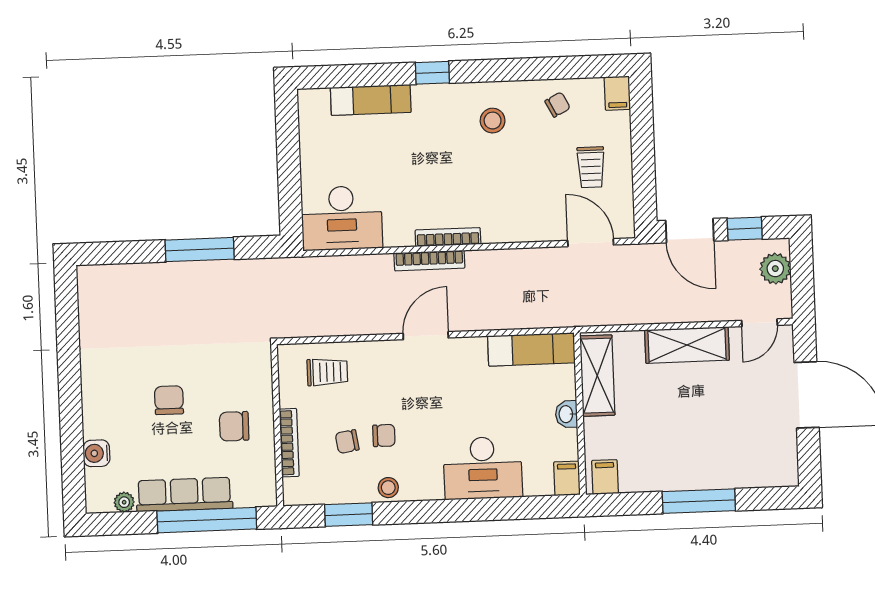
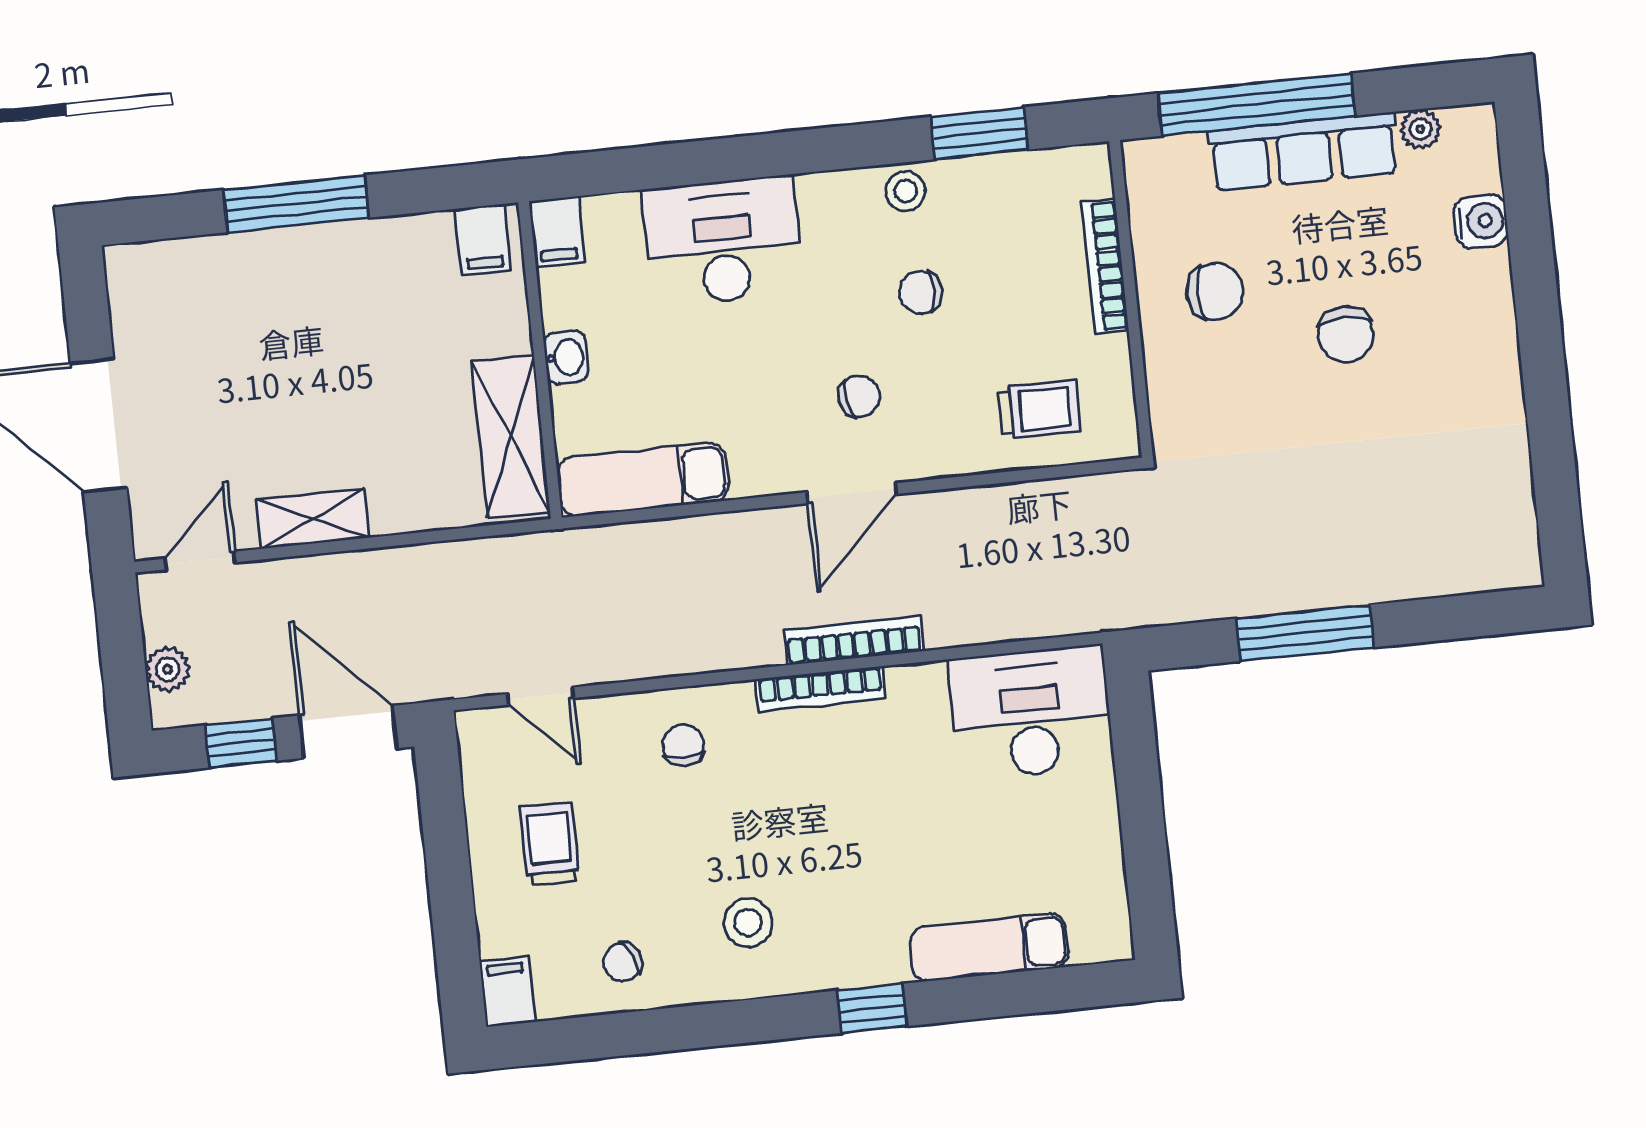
chair: (520, 213) -> (683, 745), added
door: (591, 243) -> (541, 696), width x0.73
plant: (775, 269) -> (168, 669), width x0.73, depth x0.73
shelving: (687, 345) -> (313, 519), width x0.67, depth x0.75
trolley: (327, 372) -> (1039, 409), turned 180
chair: (347, 442) -> (859, 397), moved

